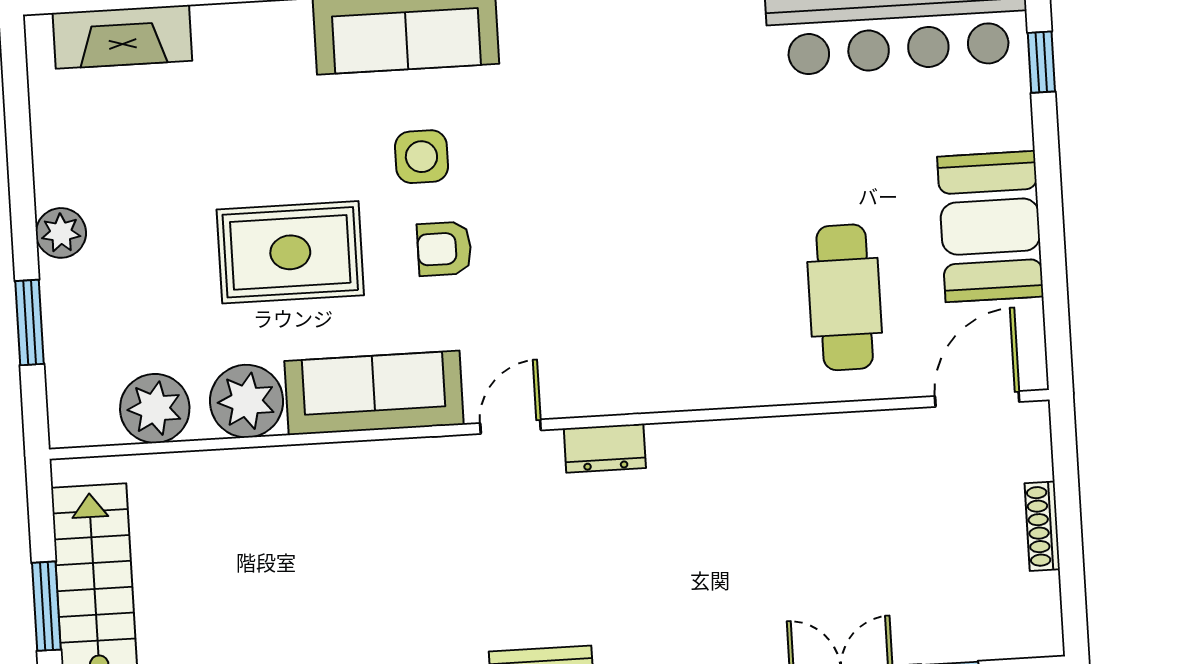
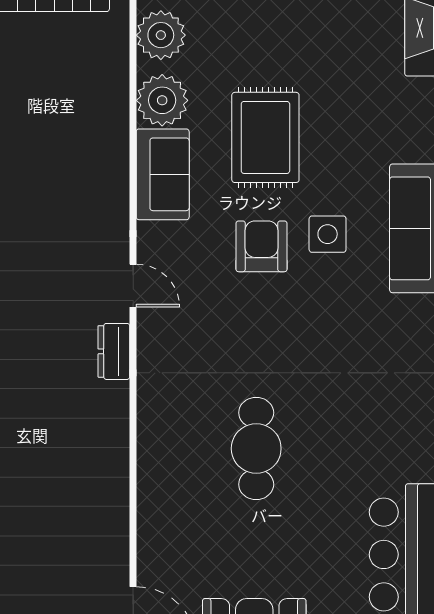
armchair: (444, 249) -> (262, 246), width x1.38, depth x1.38
cafe table: (845, 297) -> (256, 449), moved, turned 90
sofa: (374, 393) -> (163, 174), width x0.73

